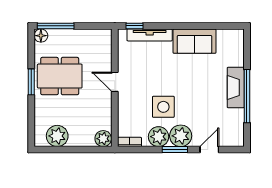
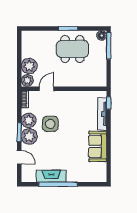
dining table: (60, 76) -> (72, 49), turned 90
door: (115, 82) -> (47, 89), moved
fireplace: (236, 87) -> (51, 176), moved
plant: (57, 136) -> (29, 66), moved

